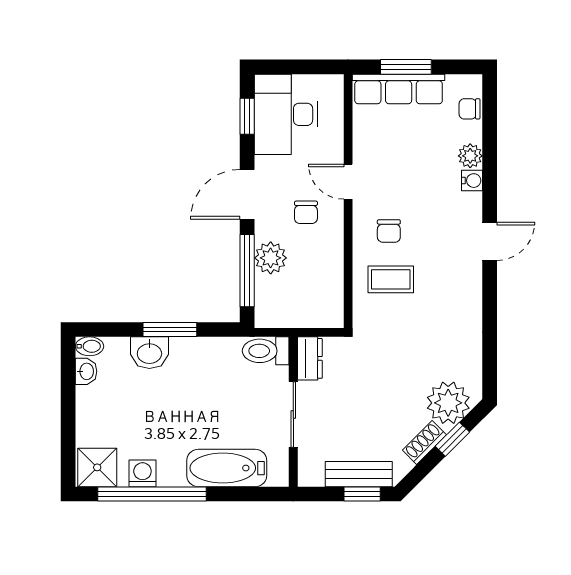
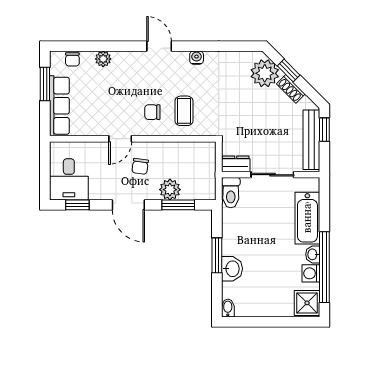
window: (406, 67) -> (45, 84), moved
desk: (286, 114) -> (69, 179), width x0.73
water cooler: (472, 181) -> (197, 58), moved
chair: (306, 212) -> (140, 166), turned 98
chair: (389, 231) -> (152, 112), turned 180
window: (247, 271) -> (178, 205), width x0.69
washbasin: (86, 371) -> (313, 254), moved, turned -90
bench: (359, 474) -> (311, 140), width x1.36

